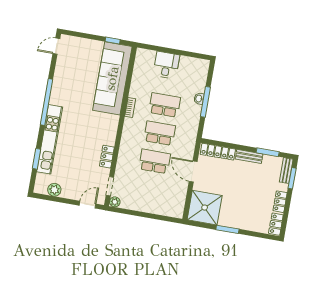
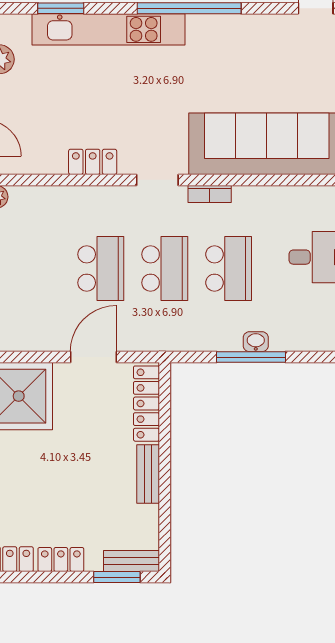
window: (268, 152) -> (165, 513), removed
doorway: (110, 186) -> (157, 180), moved

